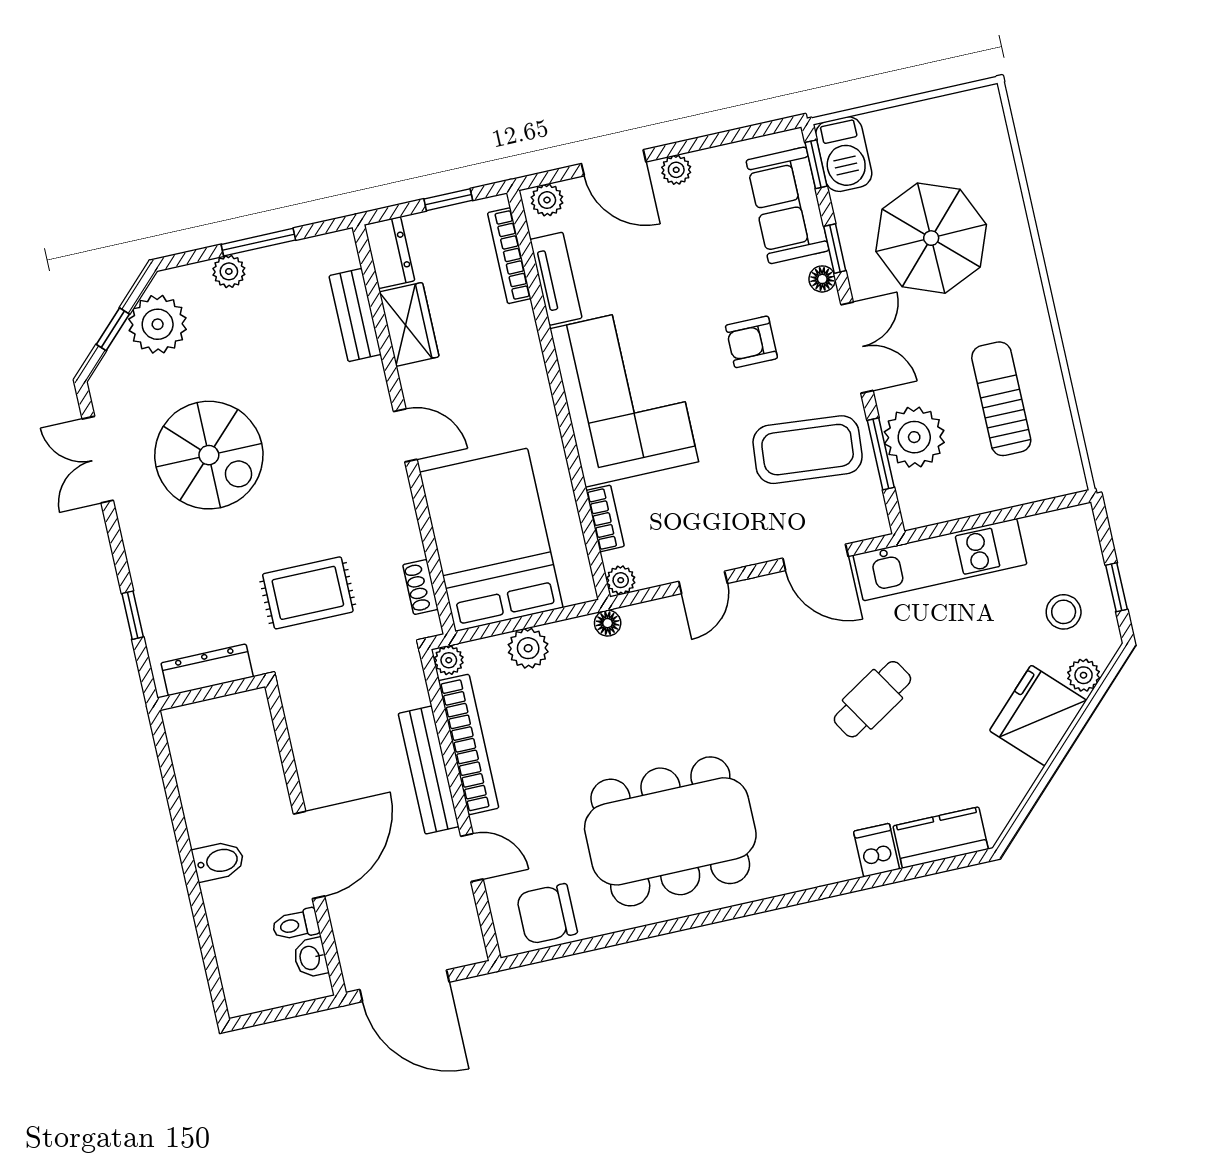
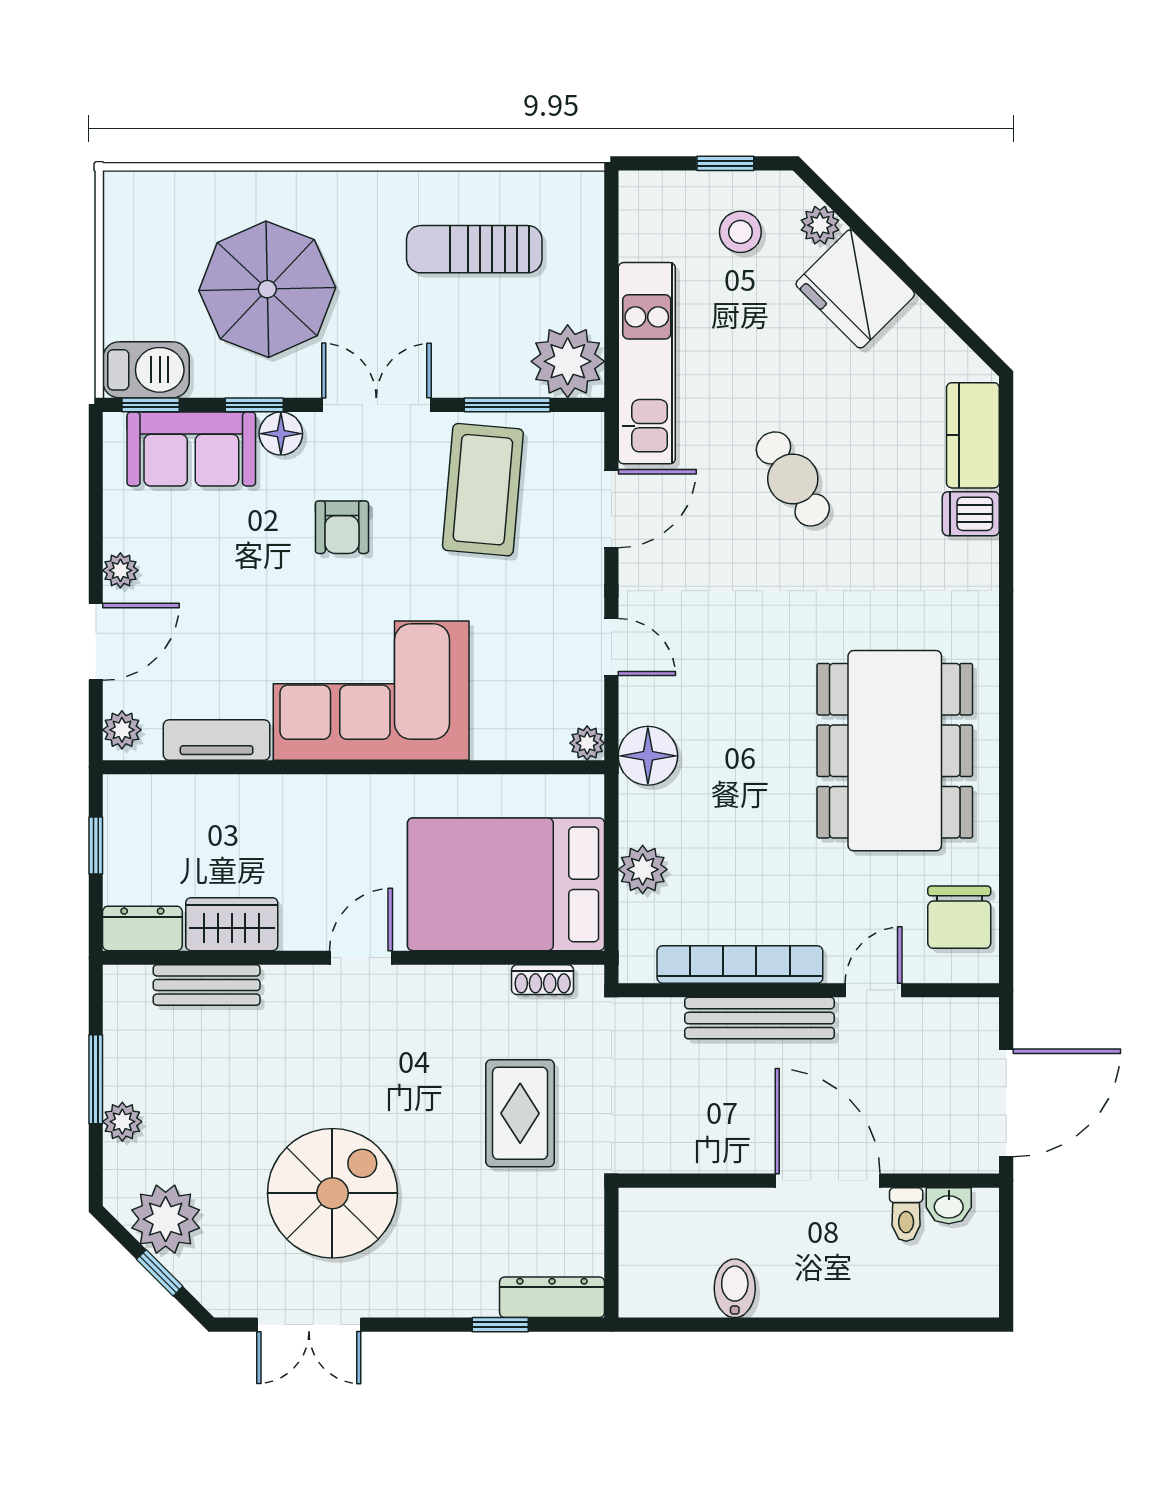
bookcase: (509, 256) -> (177, 789), removed
floor lamp: (822, 279) -> (281, 434), width x1.37, depth x1.37
plant: (914, 437) -> (568, 361), moved
bookcase: (605, 518) -> (511, 745), removed
floor lamp: (608, 623) -> (648, 756), width x1.89, depth x1.89
plant: (449, 660) -> (636, 966), removed
dresser: (207, 670) -> (552, 1297), moved, turned 90
bidet: (219, 861) -> (735, 1288), moved

